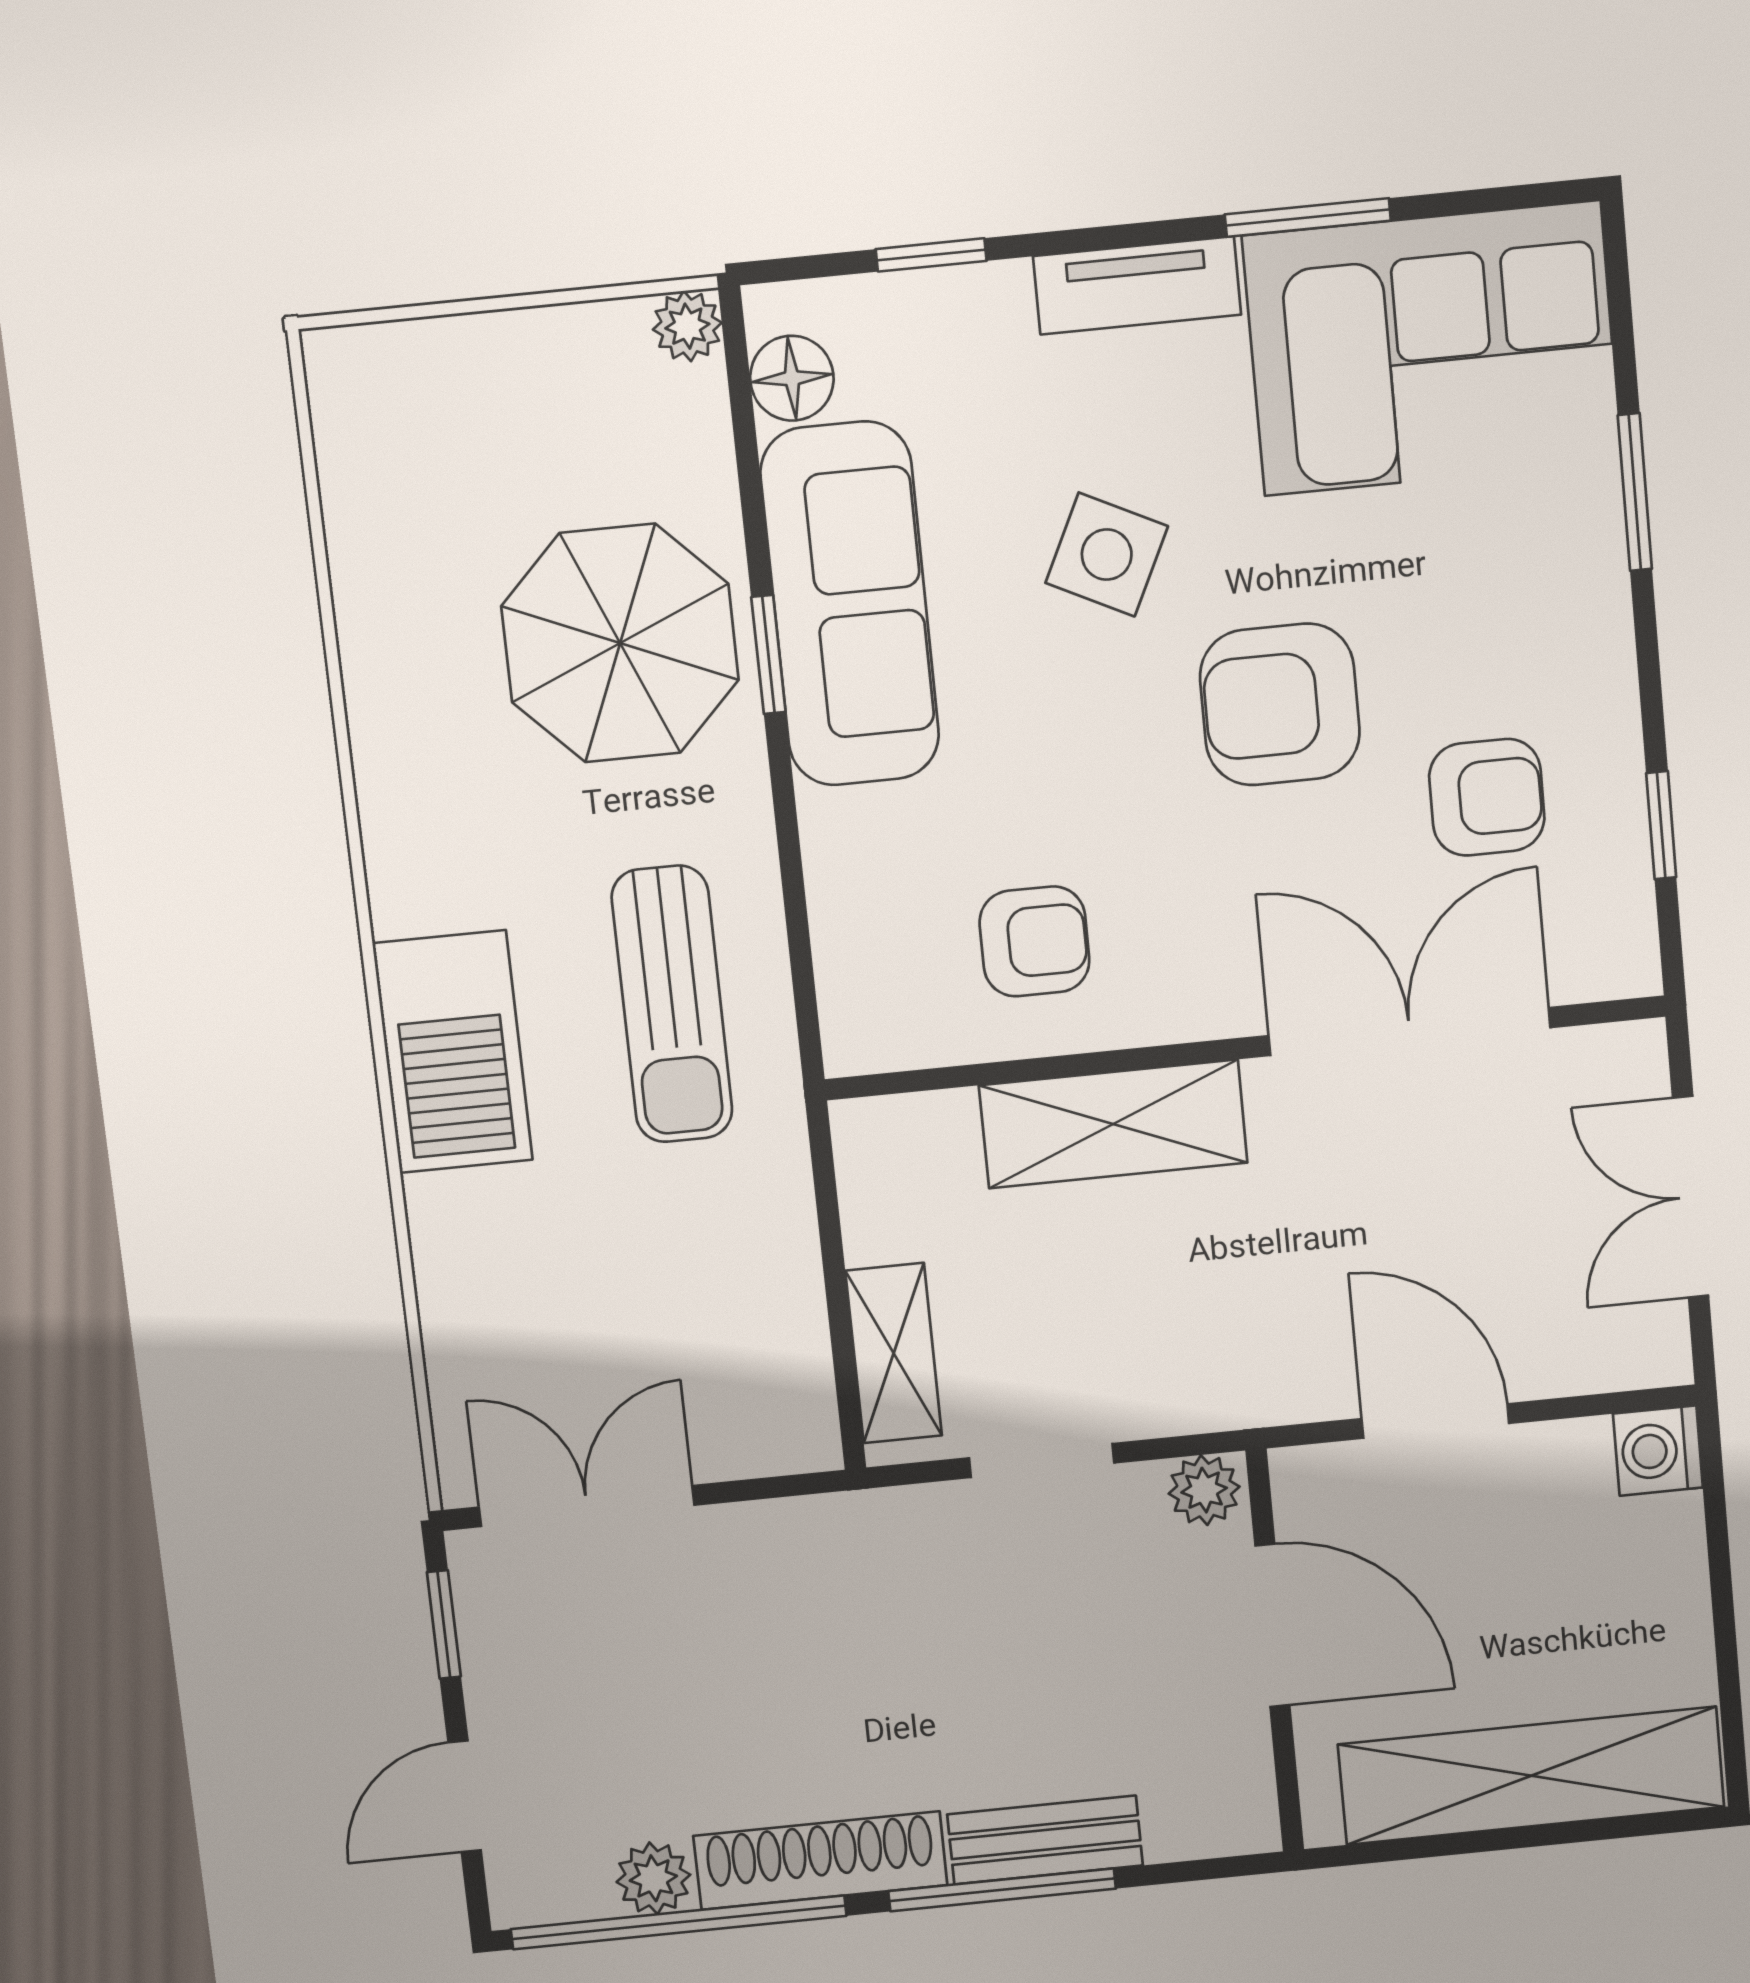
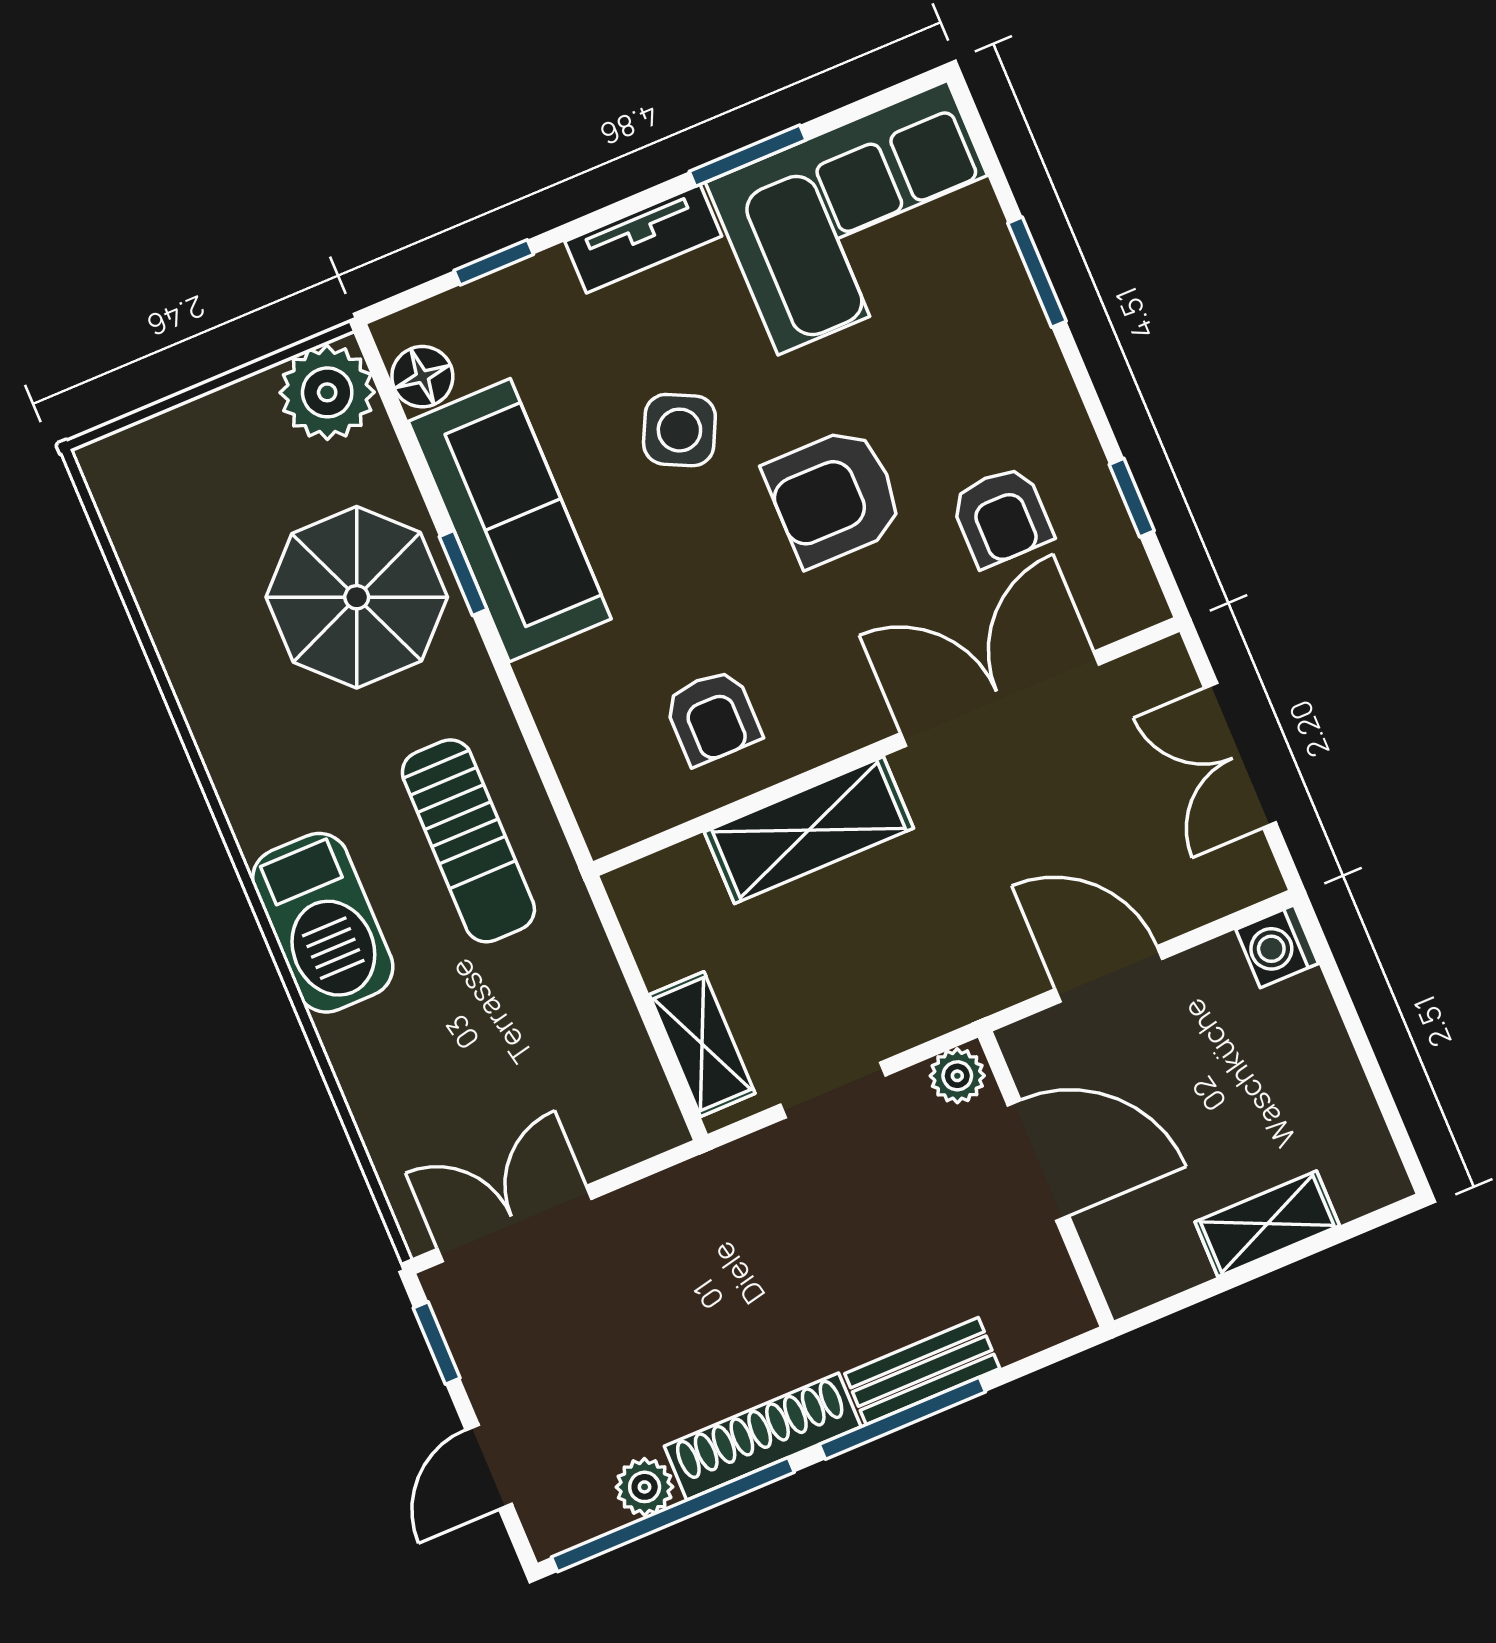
plant: (687, 326) -> (327, 392), width x1.88, depth x1.88
armchair: (1487, 797) -> (1001, 516), turned 90
armchair: (1034, 941) -> (712, 717), turned 90
shelving: (1531, 1776) -> (1267, 1224), width x0.45, depth x0.75

